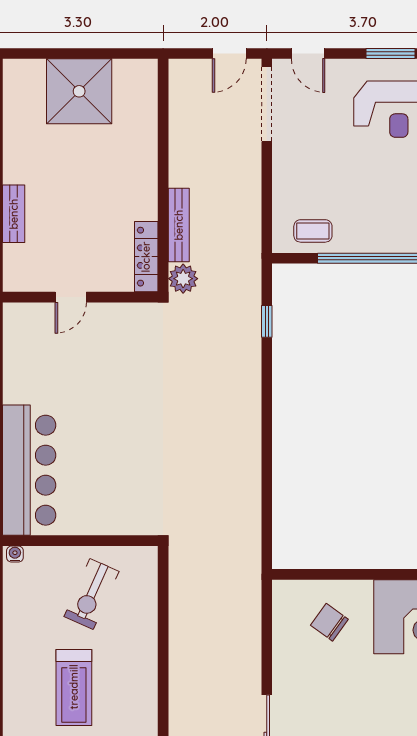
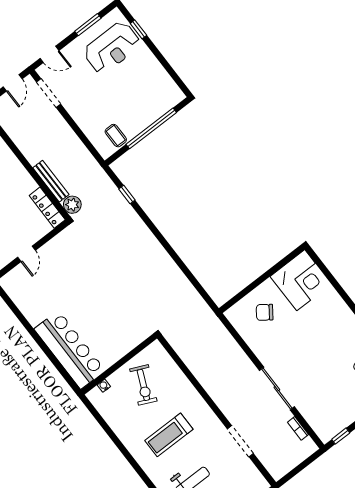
doorway: (267, 104) -> (49, 93), width x0.73
coffee table: (313, 231) -> (116, 136), turned 90
water cooler: (15, 554) -> (104, 386), moved
treadmill: (74, 687) -> (169, 435), turned 90

